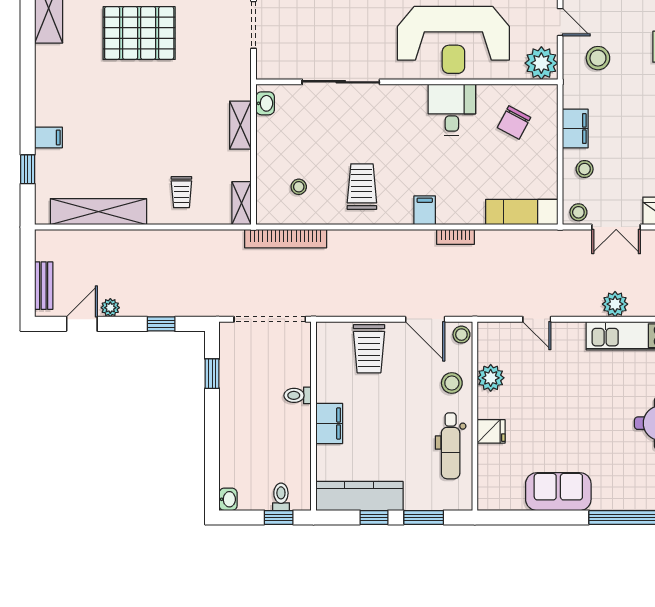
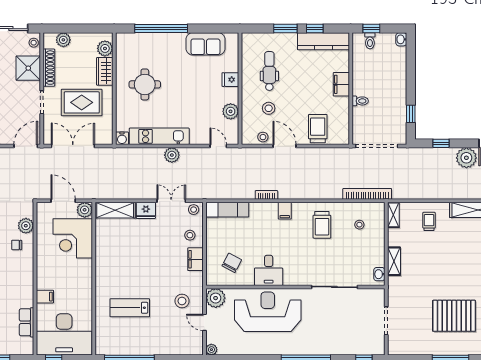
plant: (110, 308) -> (466, 158), width x1.87, depth x1.87
plant: (491, 378) -> (231, 111), moved
wall: (475, 416) -> (240, 89), moved
fridge: (491, 431) -> (230, 80), moved

